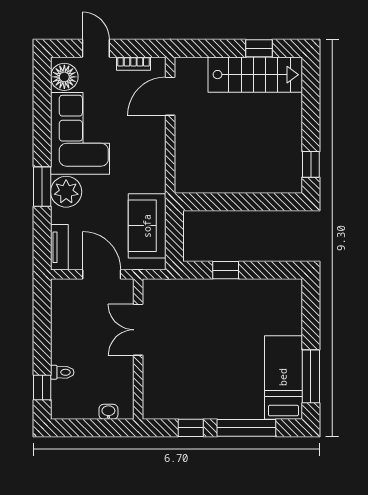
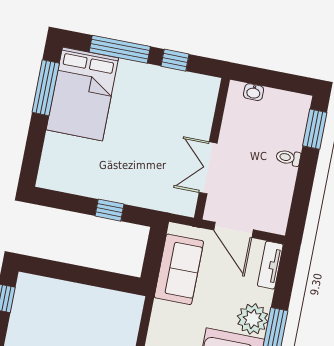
double door: (138, 330) -> (208, 168), swing flipped
toilet: (62, 372) -> (288, 158), moved
bed: (283, 377) -> (82, 94), width x1.50
window: (42, 388) -> (315, 129), width x1.50

